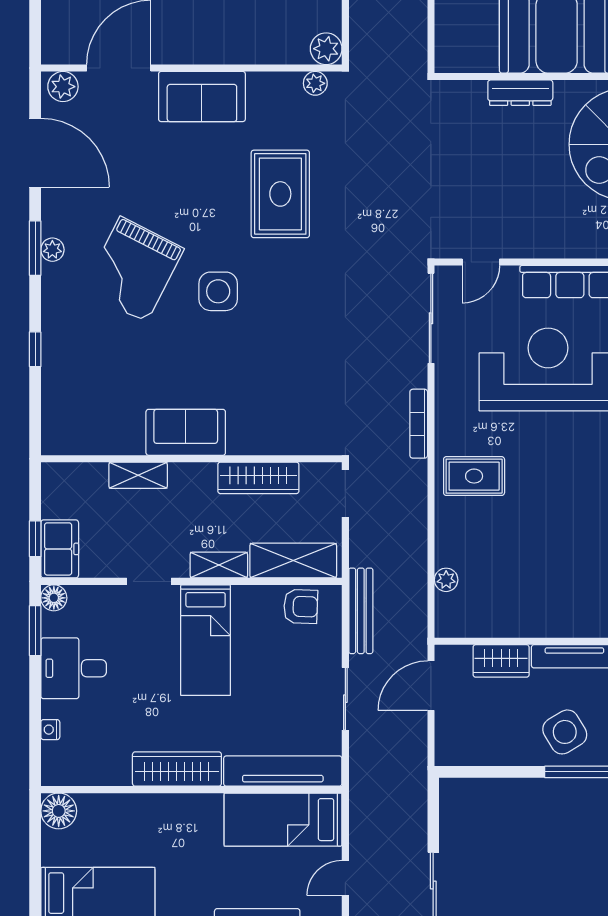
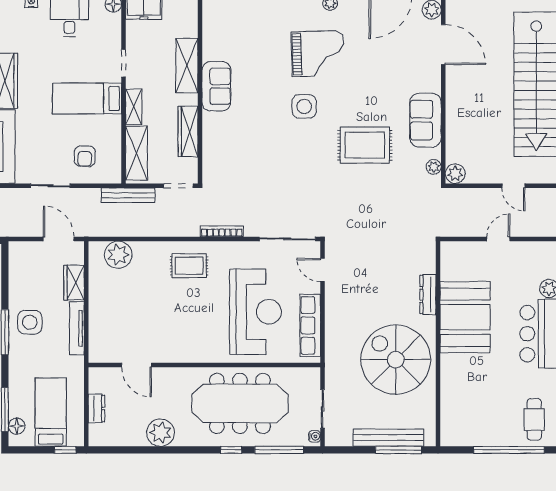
sofa: (202, 97) -> (425, 120), moved
grand piano: (133, 269) -> (318, 54), turned 151
shelving: (138, 475) -> (187, 66), width x1.50, depth x1.33
rug: (474, 476) -> (189, 266), turned 90
plant: (446, 580) -> (118, 255), width x1.87, depth x1.87
armchair: (301, 606) -> (85, 156), moved
bench: (361, 611) -> (128, 195), moved
side table: (565, 732) -> (30, 322), turned 31

